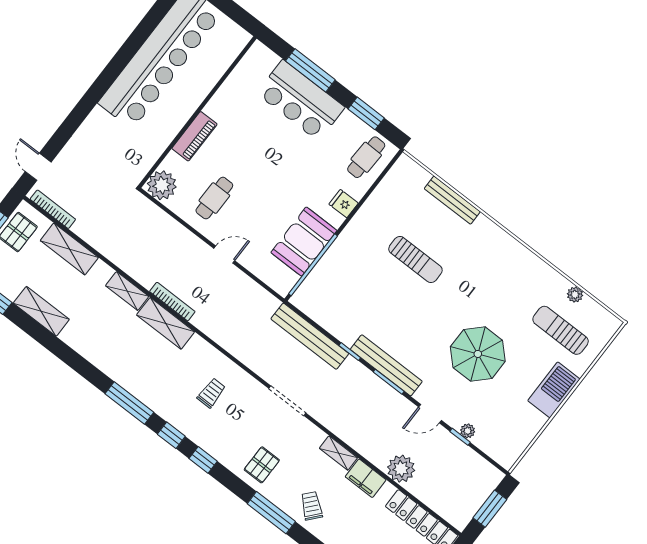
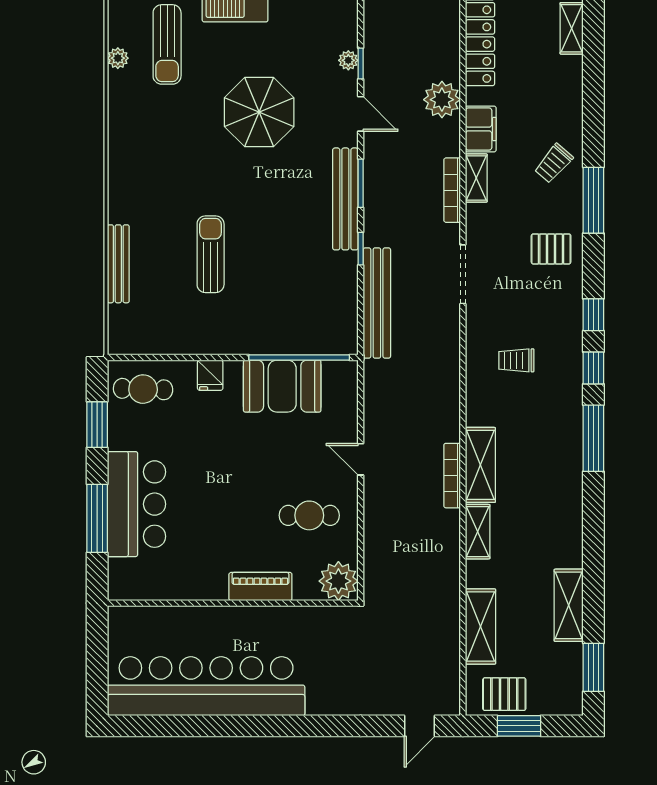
bookcase: (53, 209) -> (452, 190), moved

